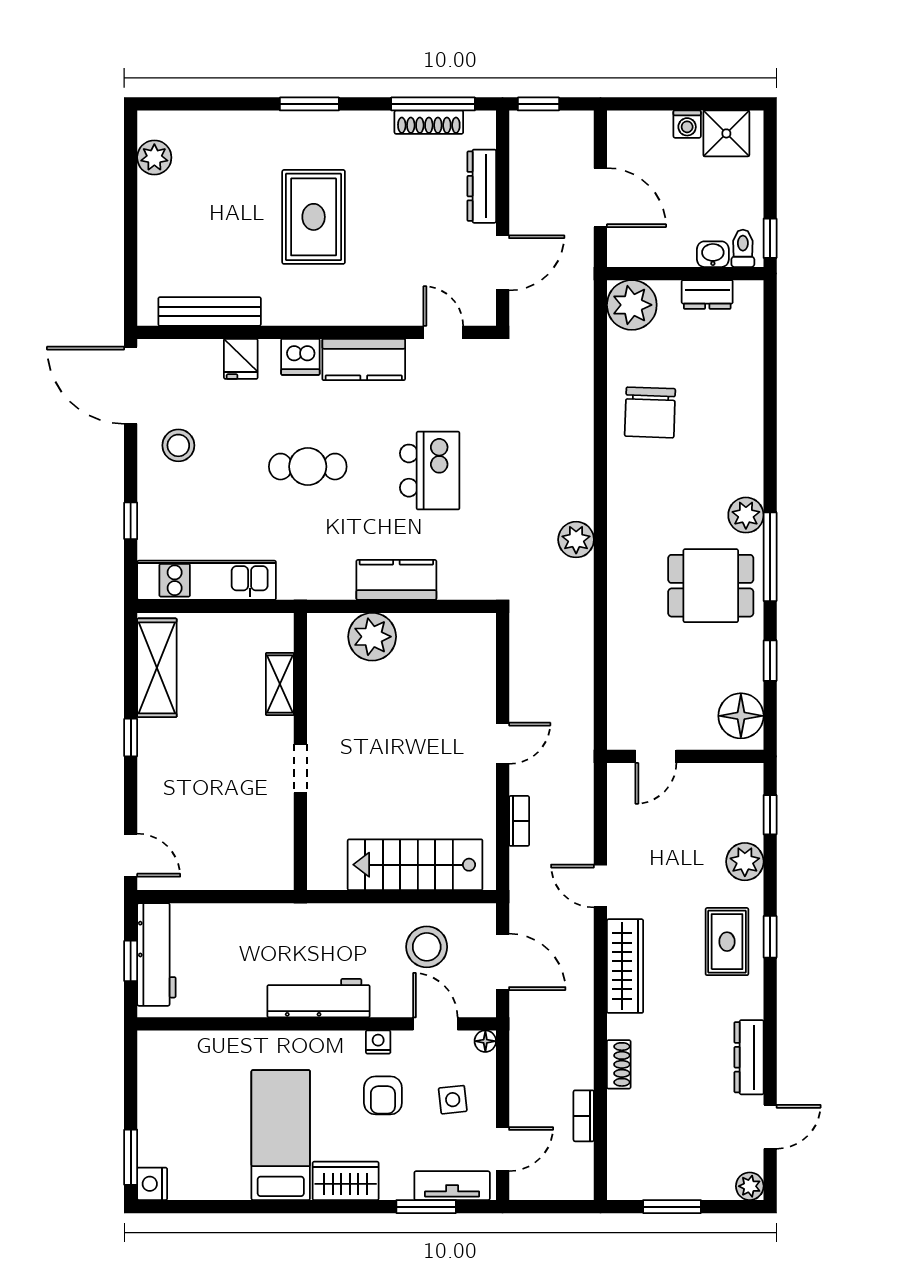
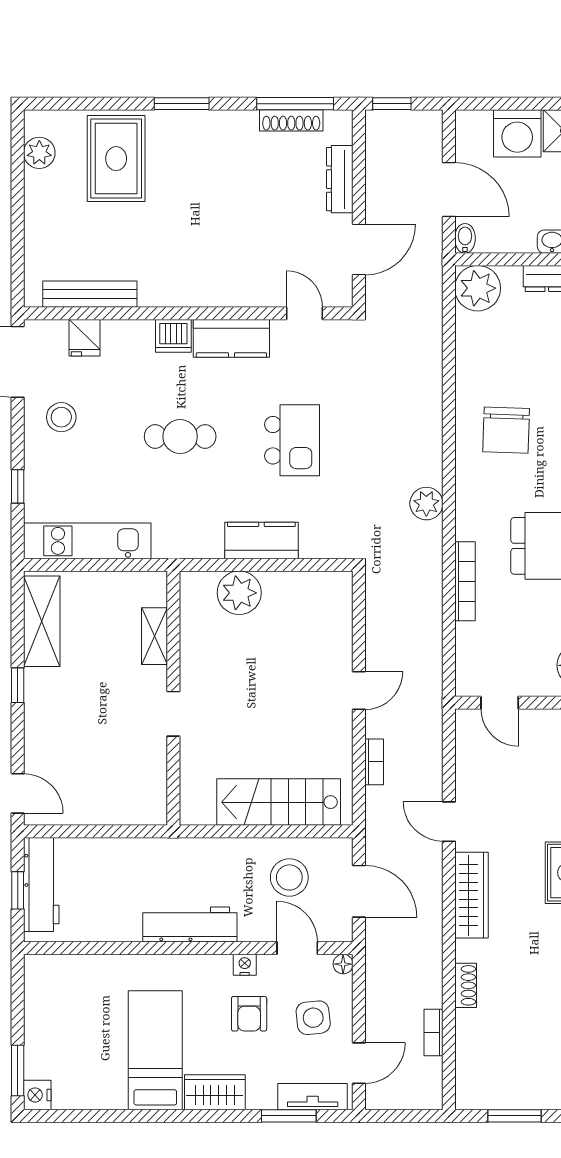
washing machine: (687, 124) -> (517, 133), width x1.89, depth x1.89
rug: (314, 217) -> (116, 159), moved
bidet: (618, 251) -> (465, 238), added
fridge: (241, 359) -> (84, 338), moved
chair: (650, 412) -> (506, 430), moved
bookcase: (618, 624) -> (465, 581), added
door: (656, 756) -> (500, 703), hinge flipped
side table: (453, 1100) -> (313, 1018), width x1.37, depth x1.37

